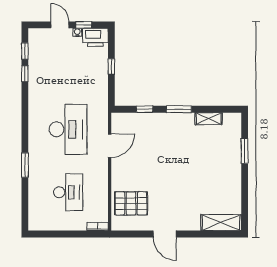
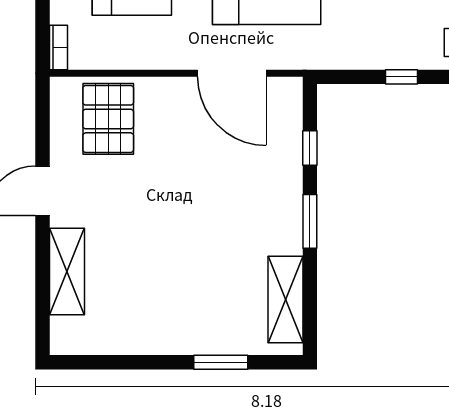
shelving: (209, 119) -> (285, 299), width x1.50, depth x1.33
door: (110, 146) -> (232, 73), width x1.36
shelving: (221, 223) -> (67, 272), moved

